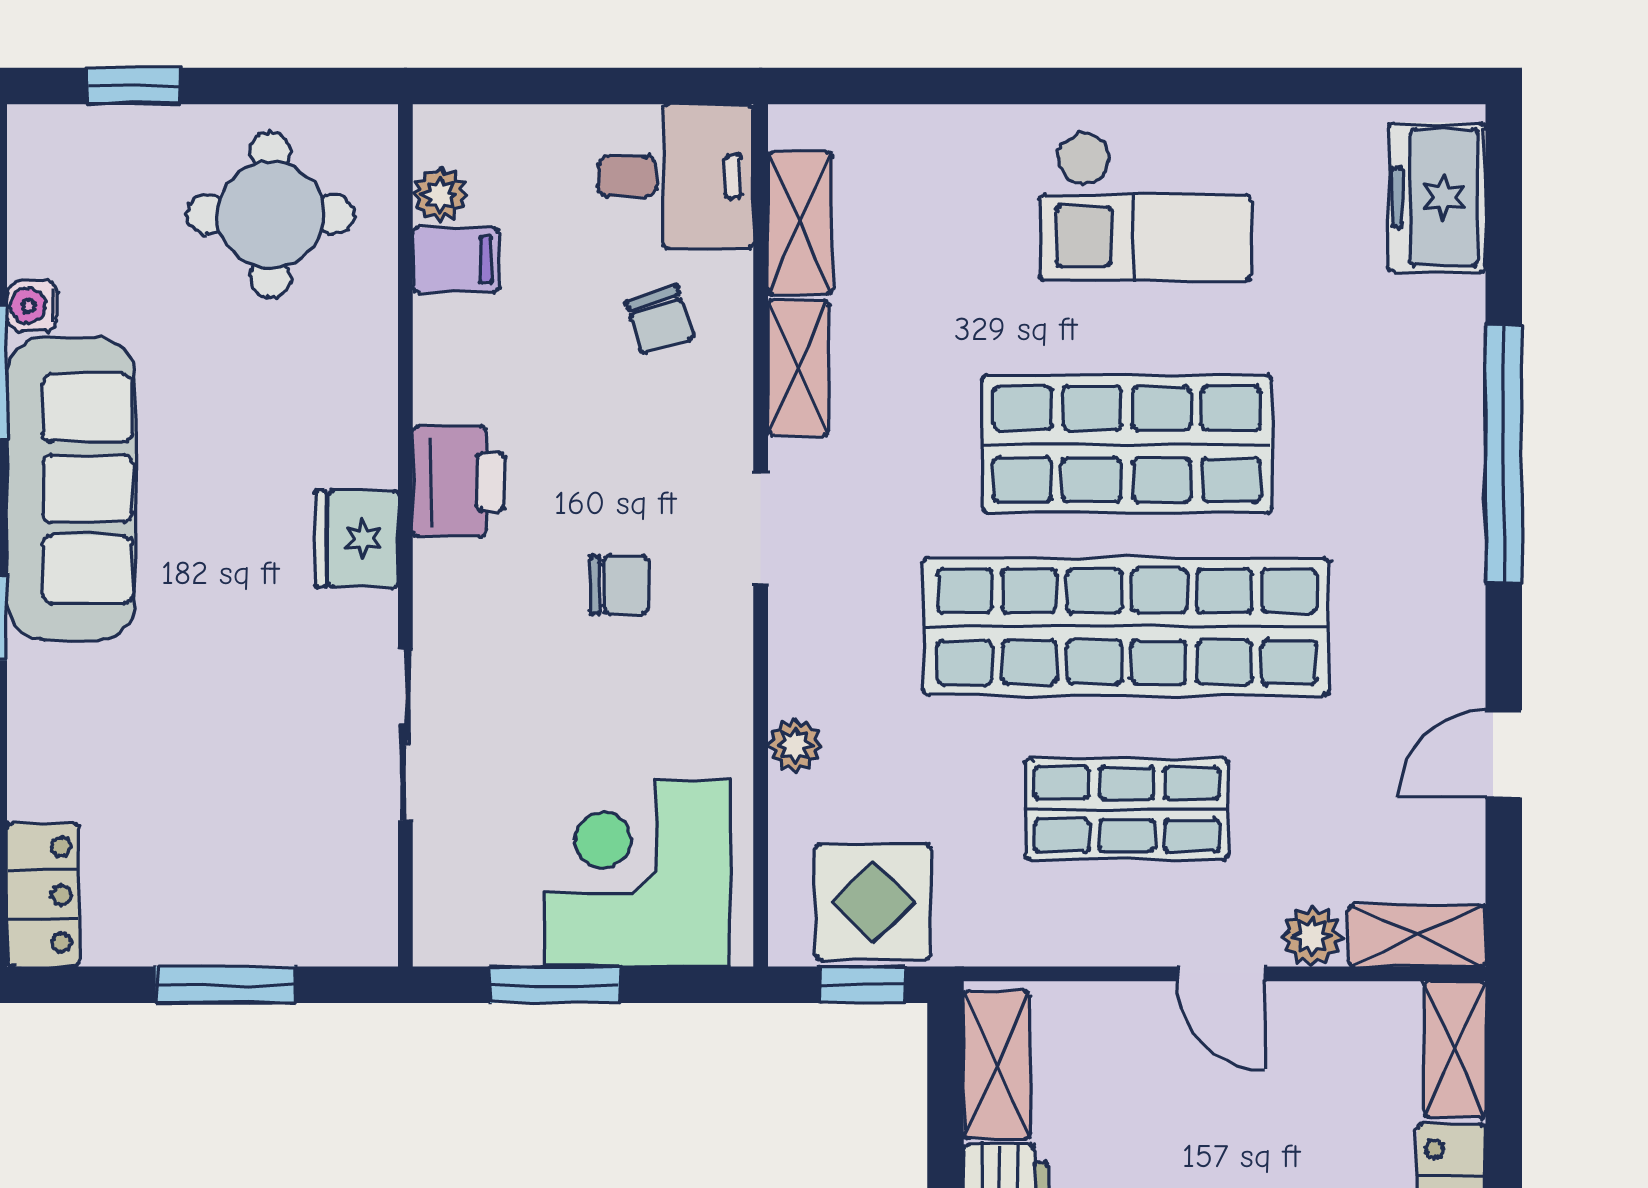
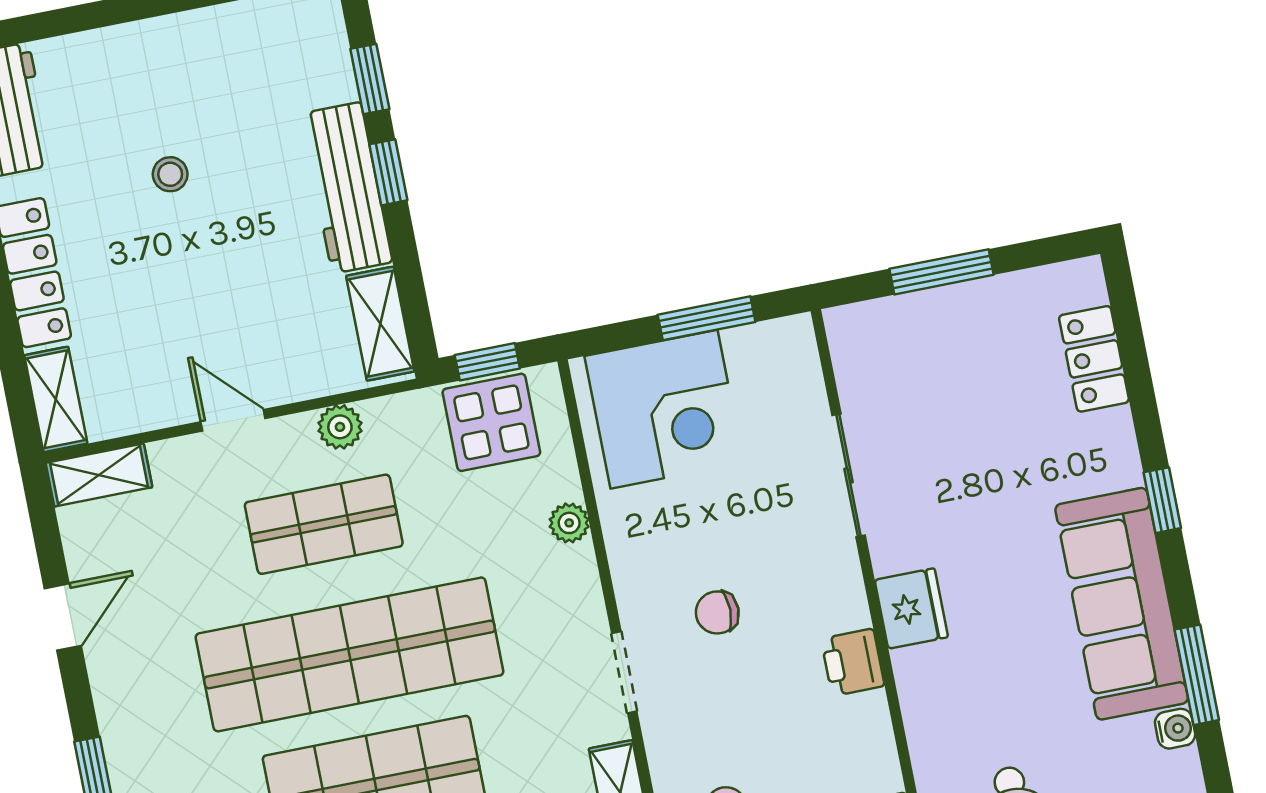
printer: (459, 482) -> (853, 662), width x0.73, depth x0.81
locker: (43, 895) -> (1094, 359), moved
plant: (1312, 936) -> (340, 427), moved

